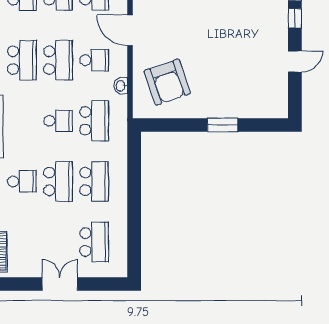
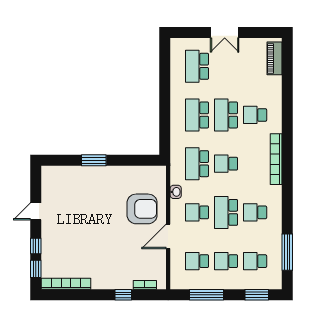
door: (130, 30) -> (168, 236), swing flipped
school desk: (22, 60) -> (255, 212), width x0.54
armchair: (167, 82) -> (142, 209), moved, turned 109

